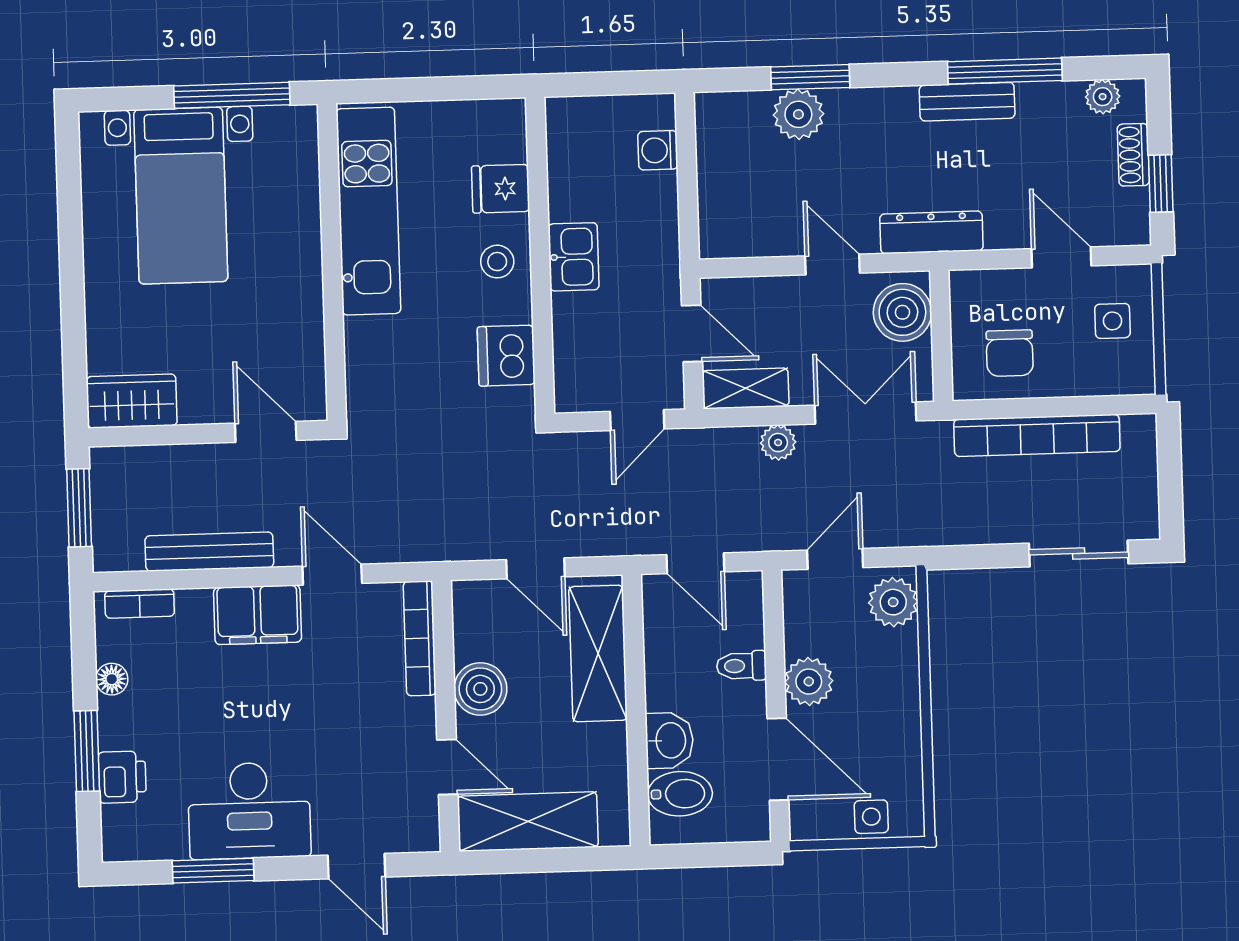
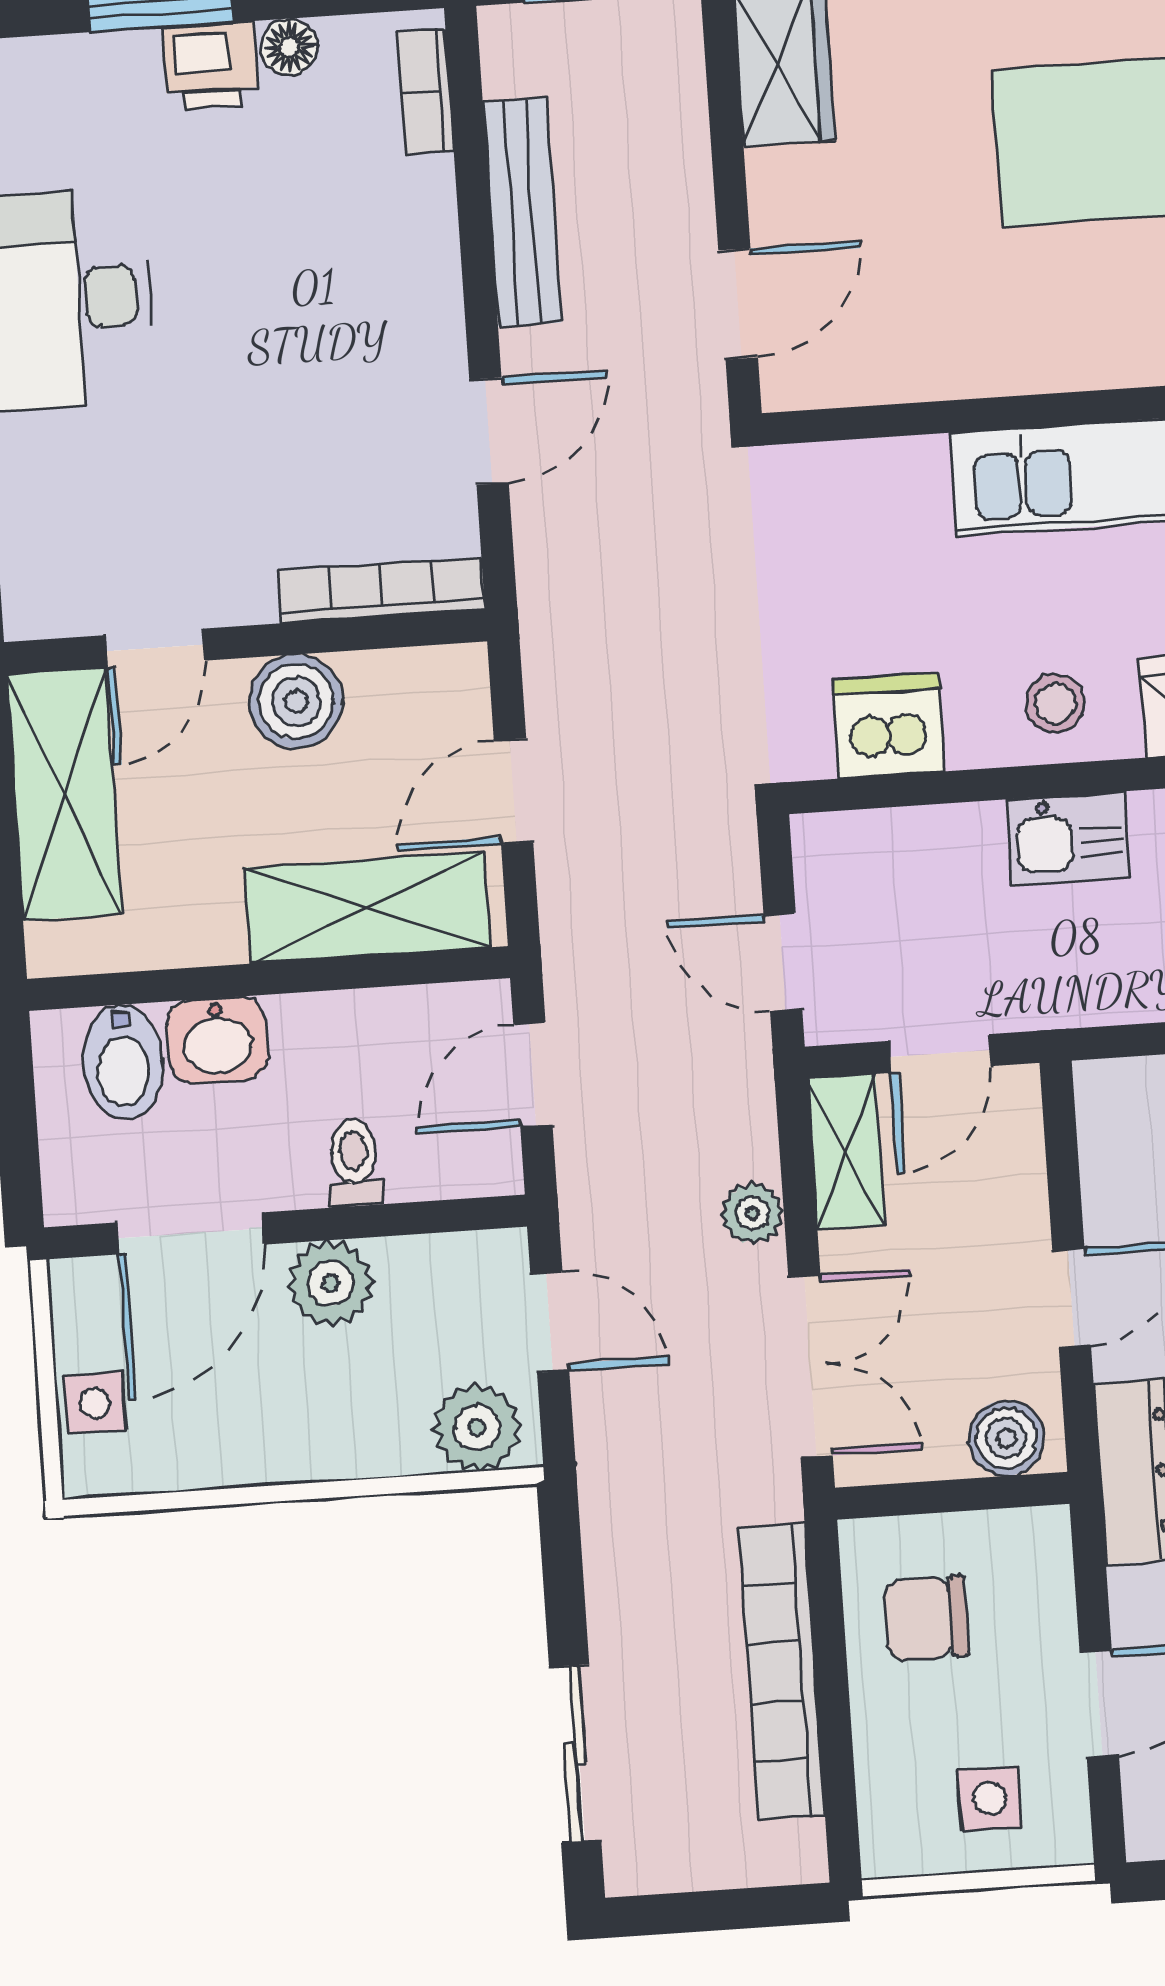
boiler: (902, 312) -> (1006, 1438), width x0.73, depth x0.73
filing cabinet: (258, 615) -> (413, 301), removed
printer: (122, 777) -> (210, 66), moved

